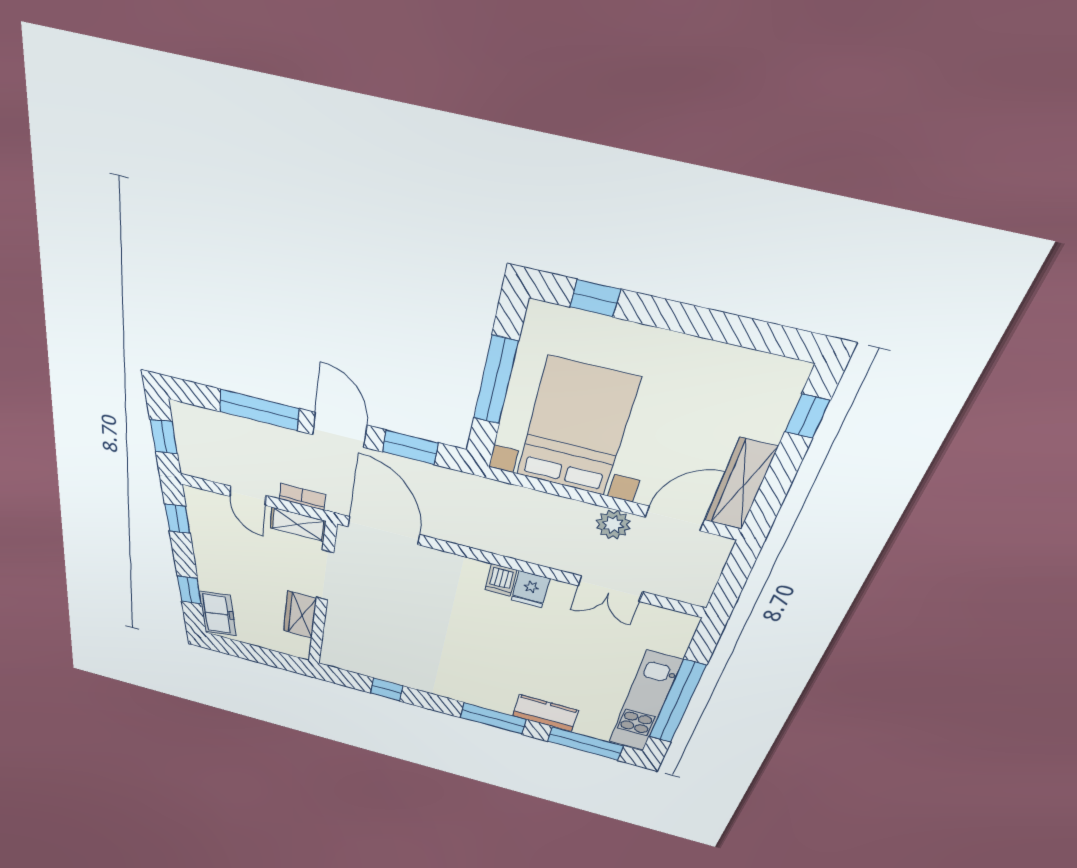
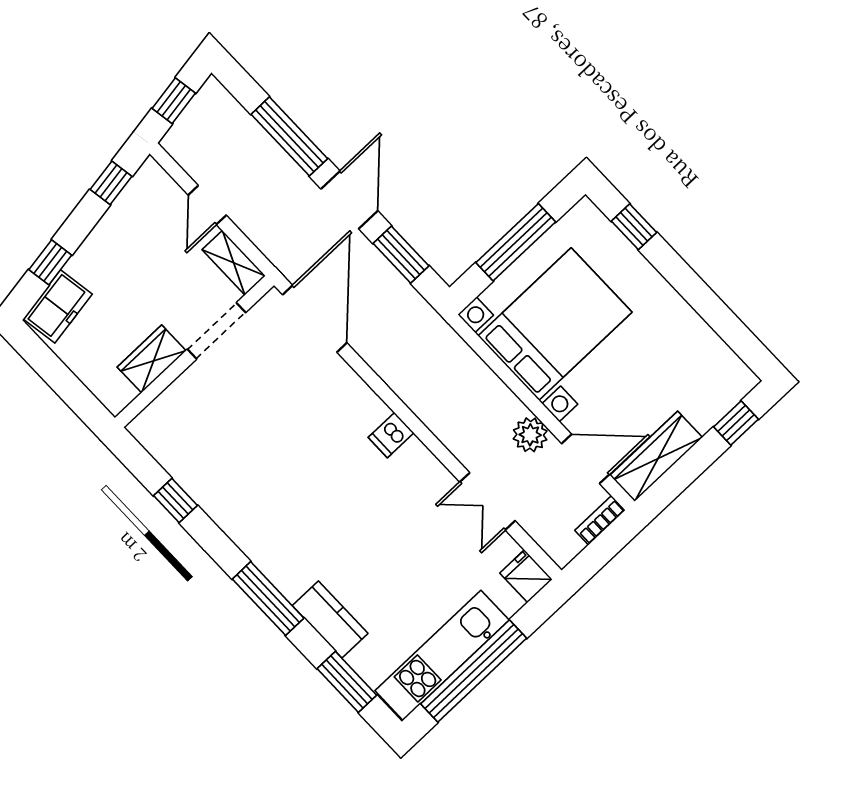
bookcase: (302, 497) -> (600, 520), moved, turned -90
fridge: (531, 589) -> (526, 576), moved, turned 90
window: (585, 744) -> (347, 682), width x0.69

